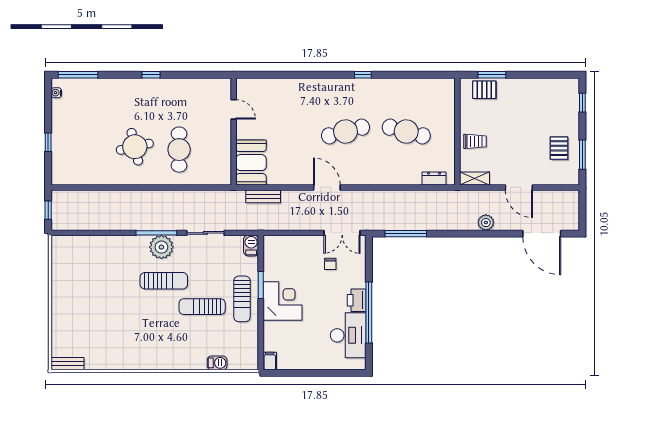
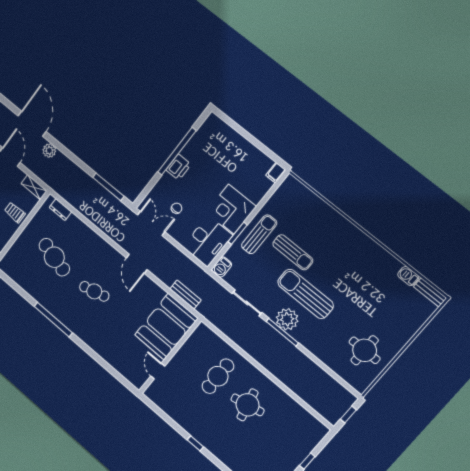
window: (363, 75) -> (53, 320), width x3.17
cafe table: (346, 131) -> (94, 291), width x0.73, depth x0.74
booth: (251, 163) -> (166, 327), width x1.36, depth x1.42
door: (542, 234) -> (32, 124), moved
round table: (79, 274) -> (365, 350), added
sun lounger: (164, 281) -> (305, 294), width x1.36, depth x1.34
desk: (348, 335) -> (208, 241), moved, turned 180
barbecue: (217, 363) -> (408, 276), moved

